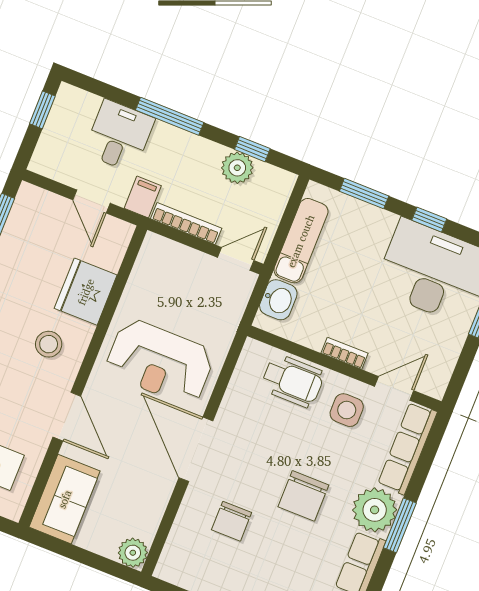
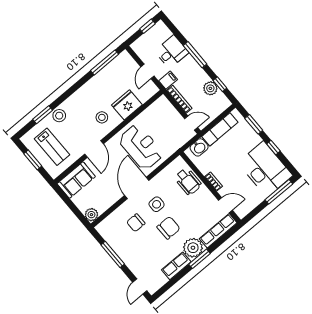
reception desk: (160, 362) -> (141, 147), turned 180
side table: (347, 410) -> (157, 204), moved
chair: (303, 496) -> (169, 228), turned 180

